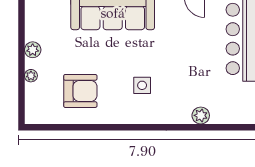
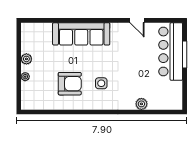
armchair: (80, 91) -> (70, 84), moved

